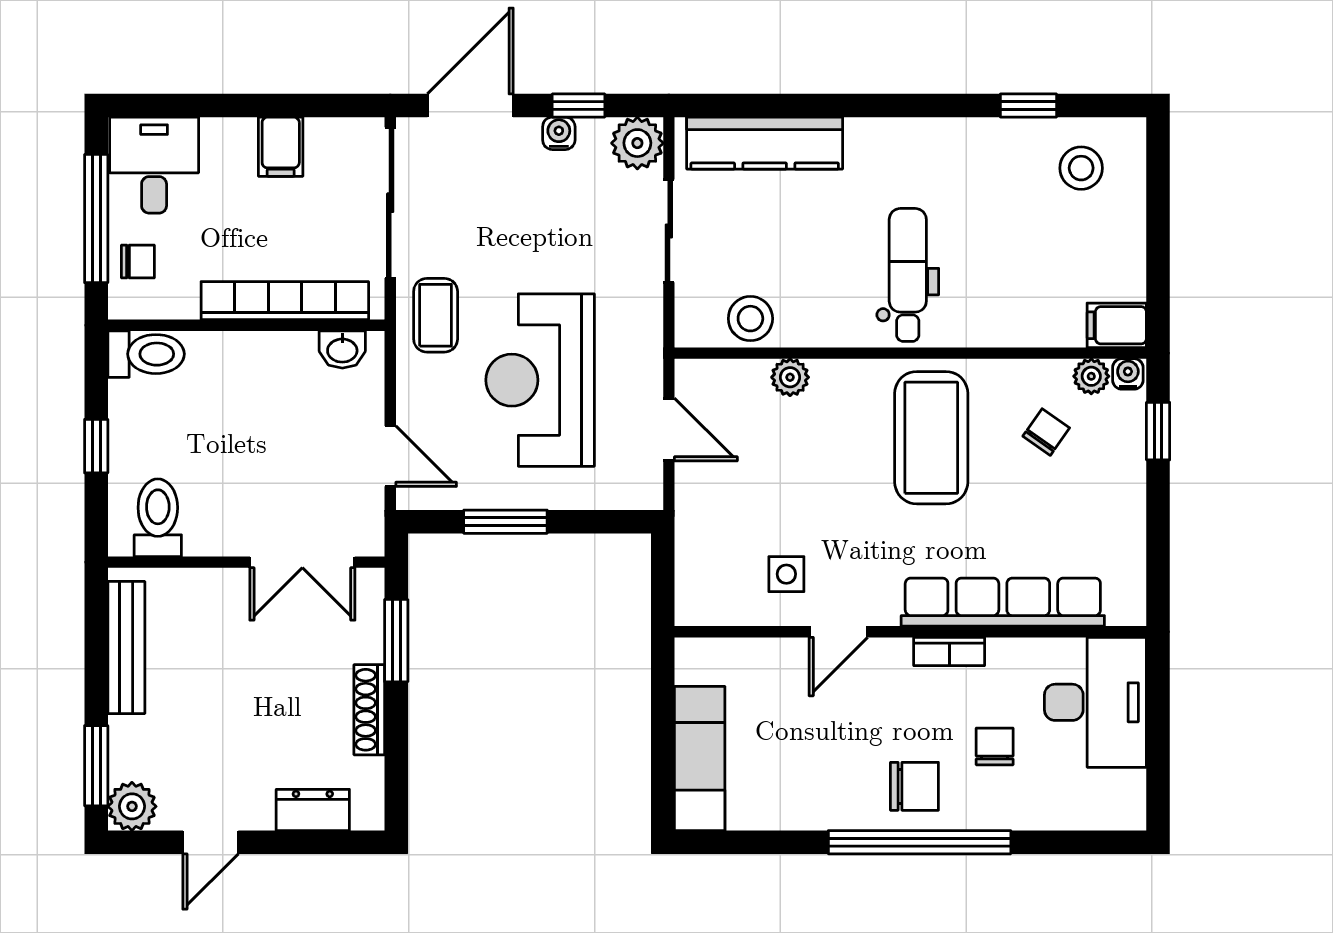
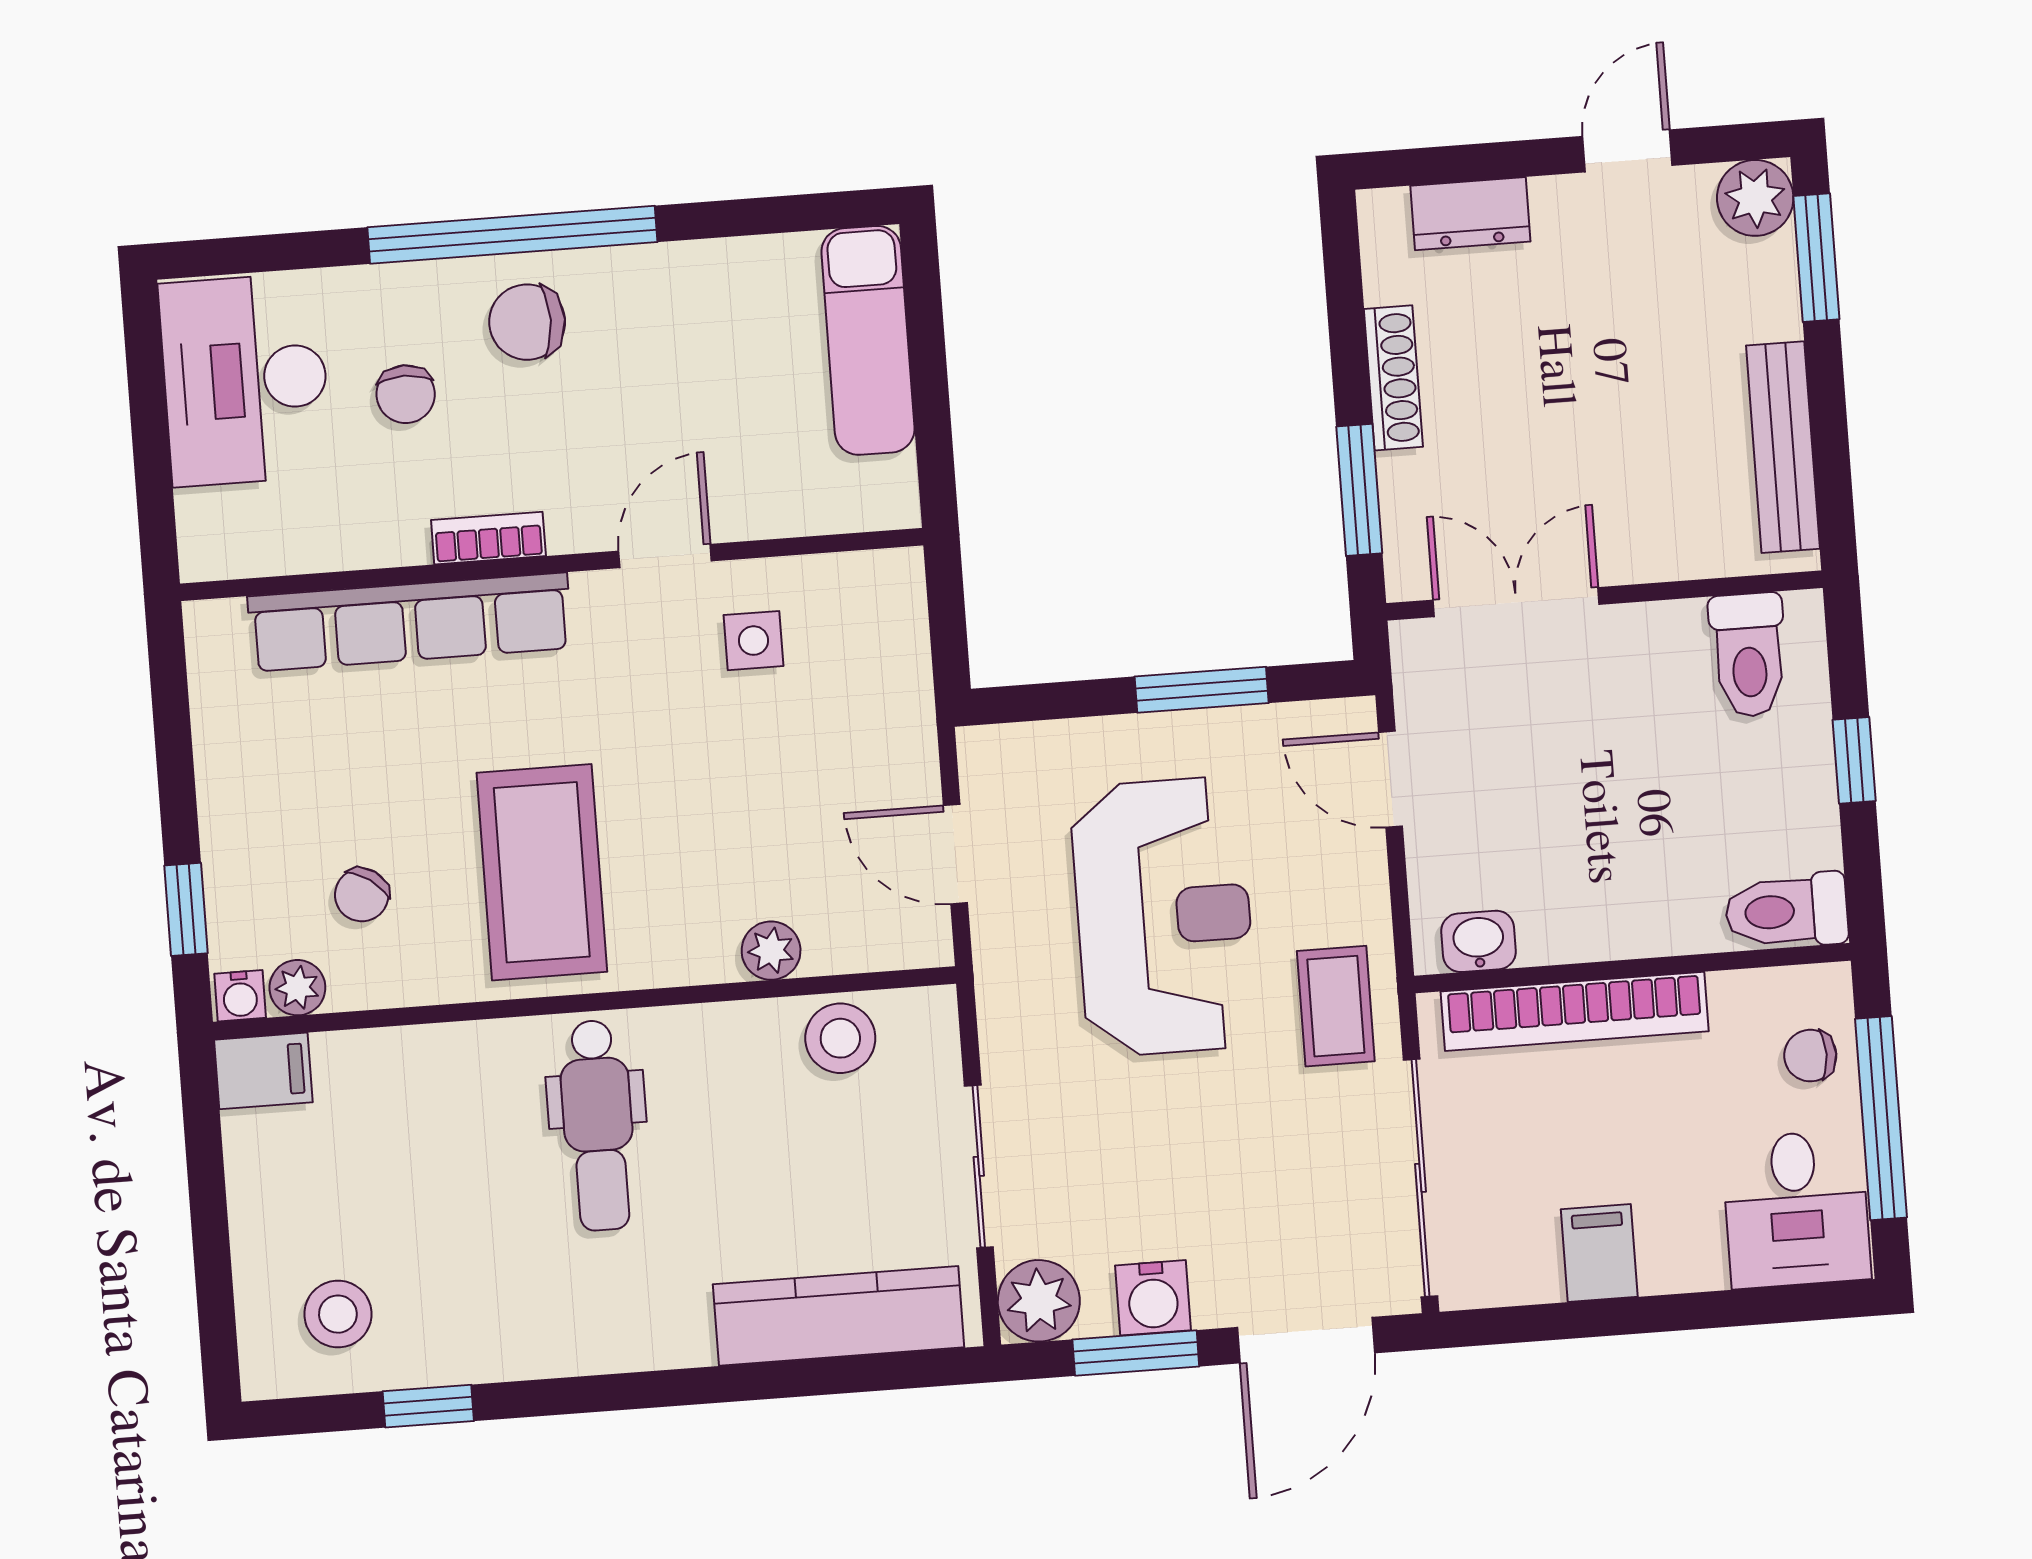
window: (579, 106) -> (1136, 1353), width x1.50
water cooler: (559, 133) -> (1153, 1298), width x1.38, depth x1.38
desk: (1095, 702) -> (245, 380), moved

